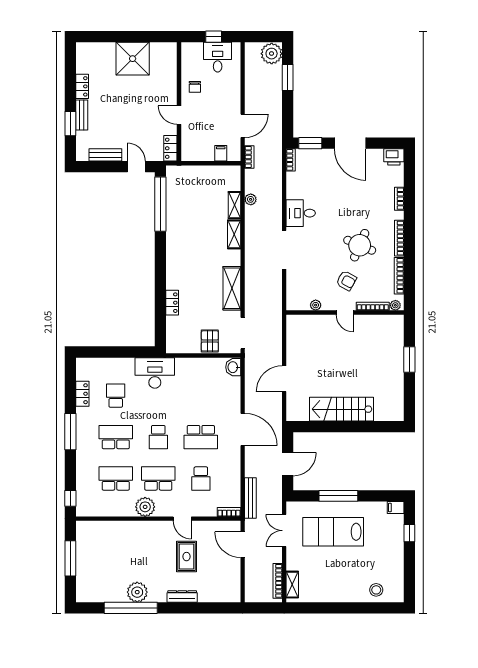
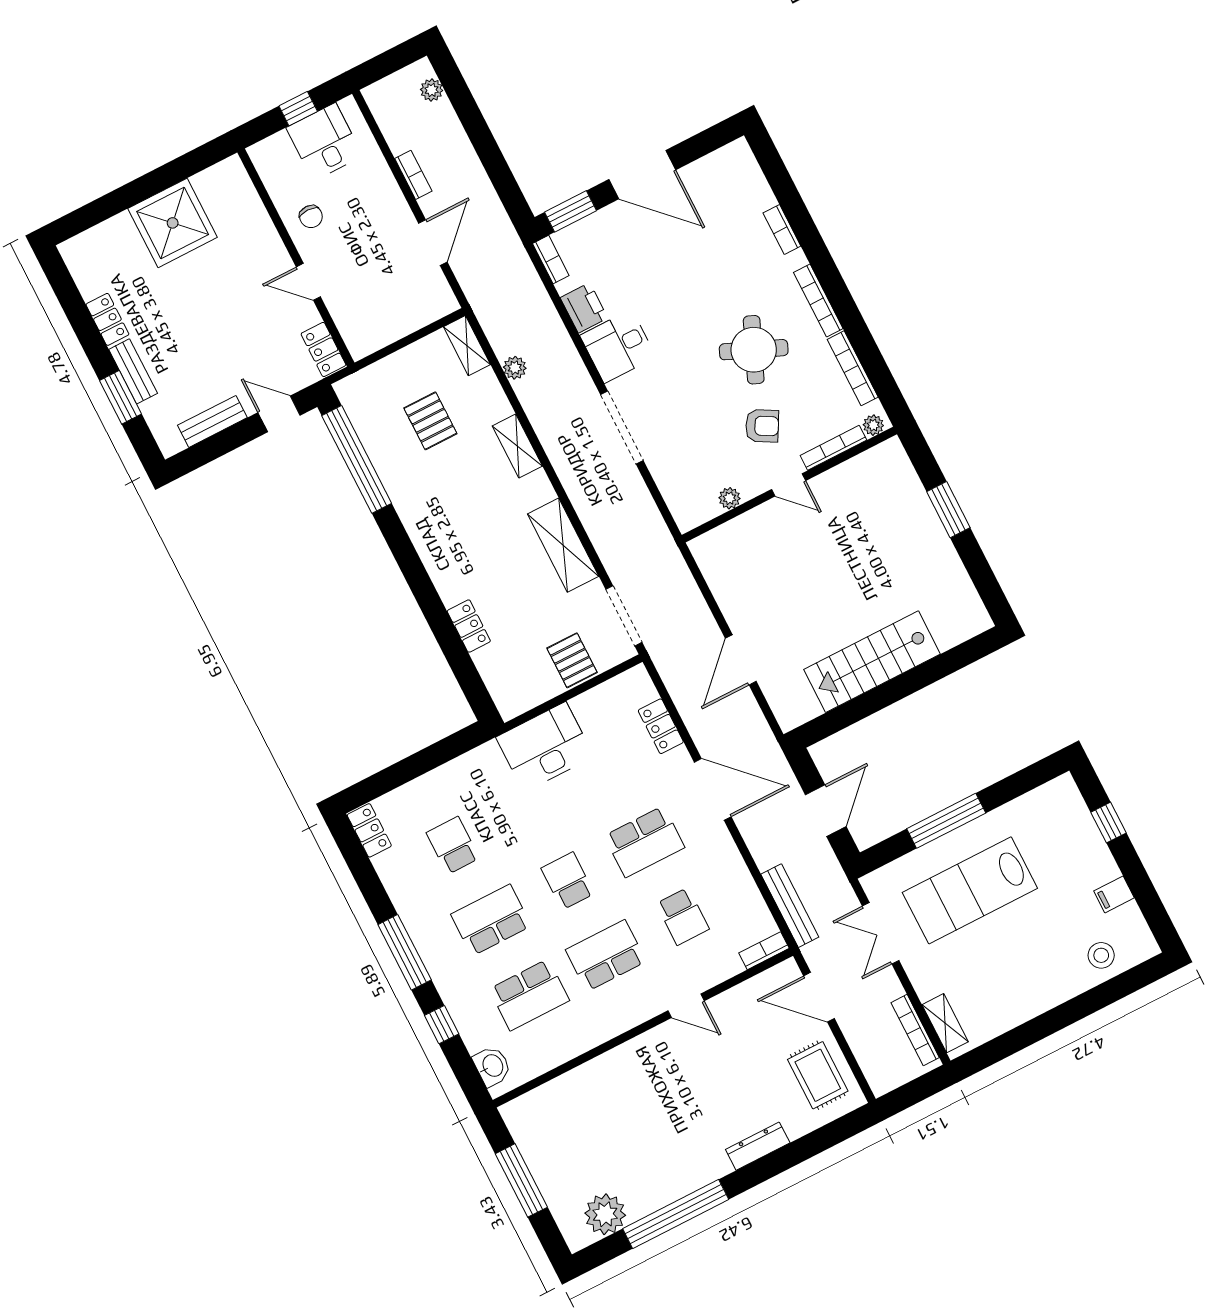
plant: (272, 54) -> (432, 90), width x0.53, depth x0.53
window: (288, 77) -> (469, 114), removed
filing cabinet: (221, 153) -> (418, 312), removed
bookcase: (249, 157) -> (413, 175), moved
printer: (394, 157) -> (584, 308), moved, turned -90
pallet: (201, 204) -> (430, 421), added
shelving: (234, 205) -> (467, 346), moved
washbasin: (233, 367) -> (492, 1066), moved, turned 180
desk: (155, 373) -> (545, 747), moved
locker: (234, 390) -> (661, 726), added
locker: (82, 394) -> (369, 830), moved
school desk: (158, 437) -> (568, 881), turned 180
school desk: (116, 479) -> (529, 995), turned 180
window: (70, 498) -> (442, 1025), moved
plant: (145, 507) -> (608, 1019), removed
filing cabinet: (396, 508) -> (1114, 894), moved
rug: (187, 557) -> (818, 1075), moved
plant: (137, 592) -> (605, 1214), moved

